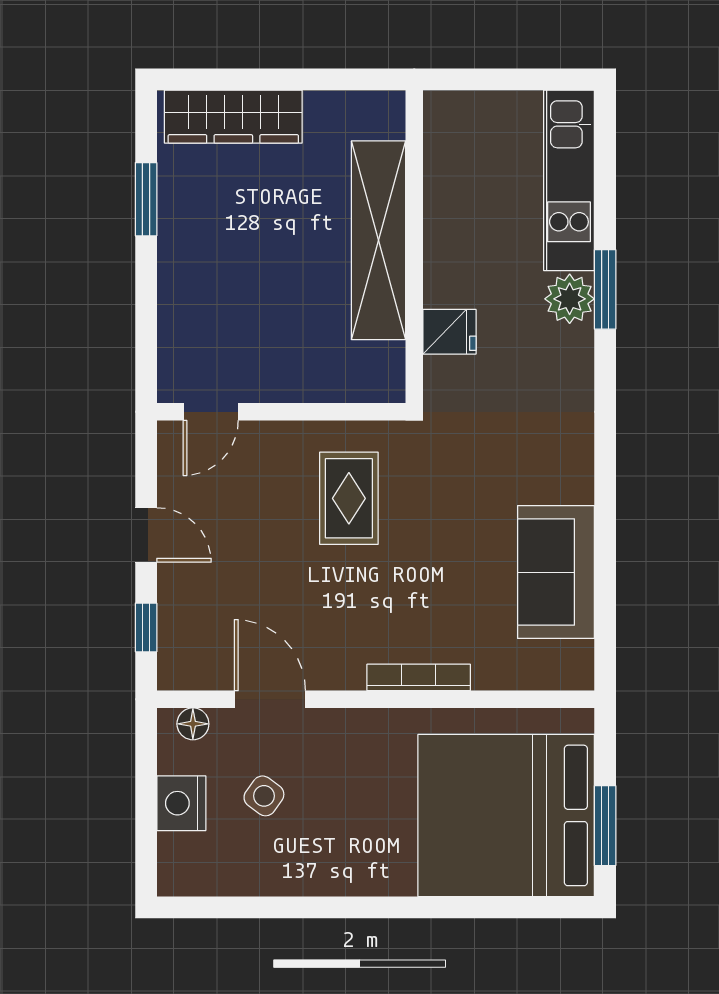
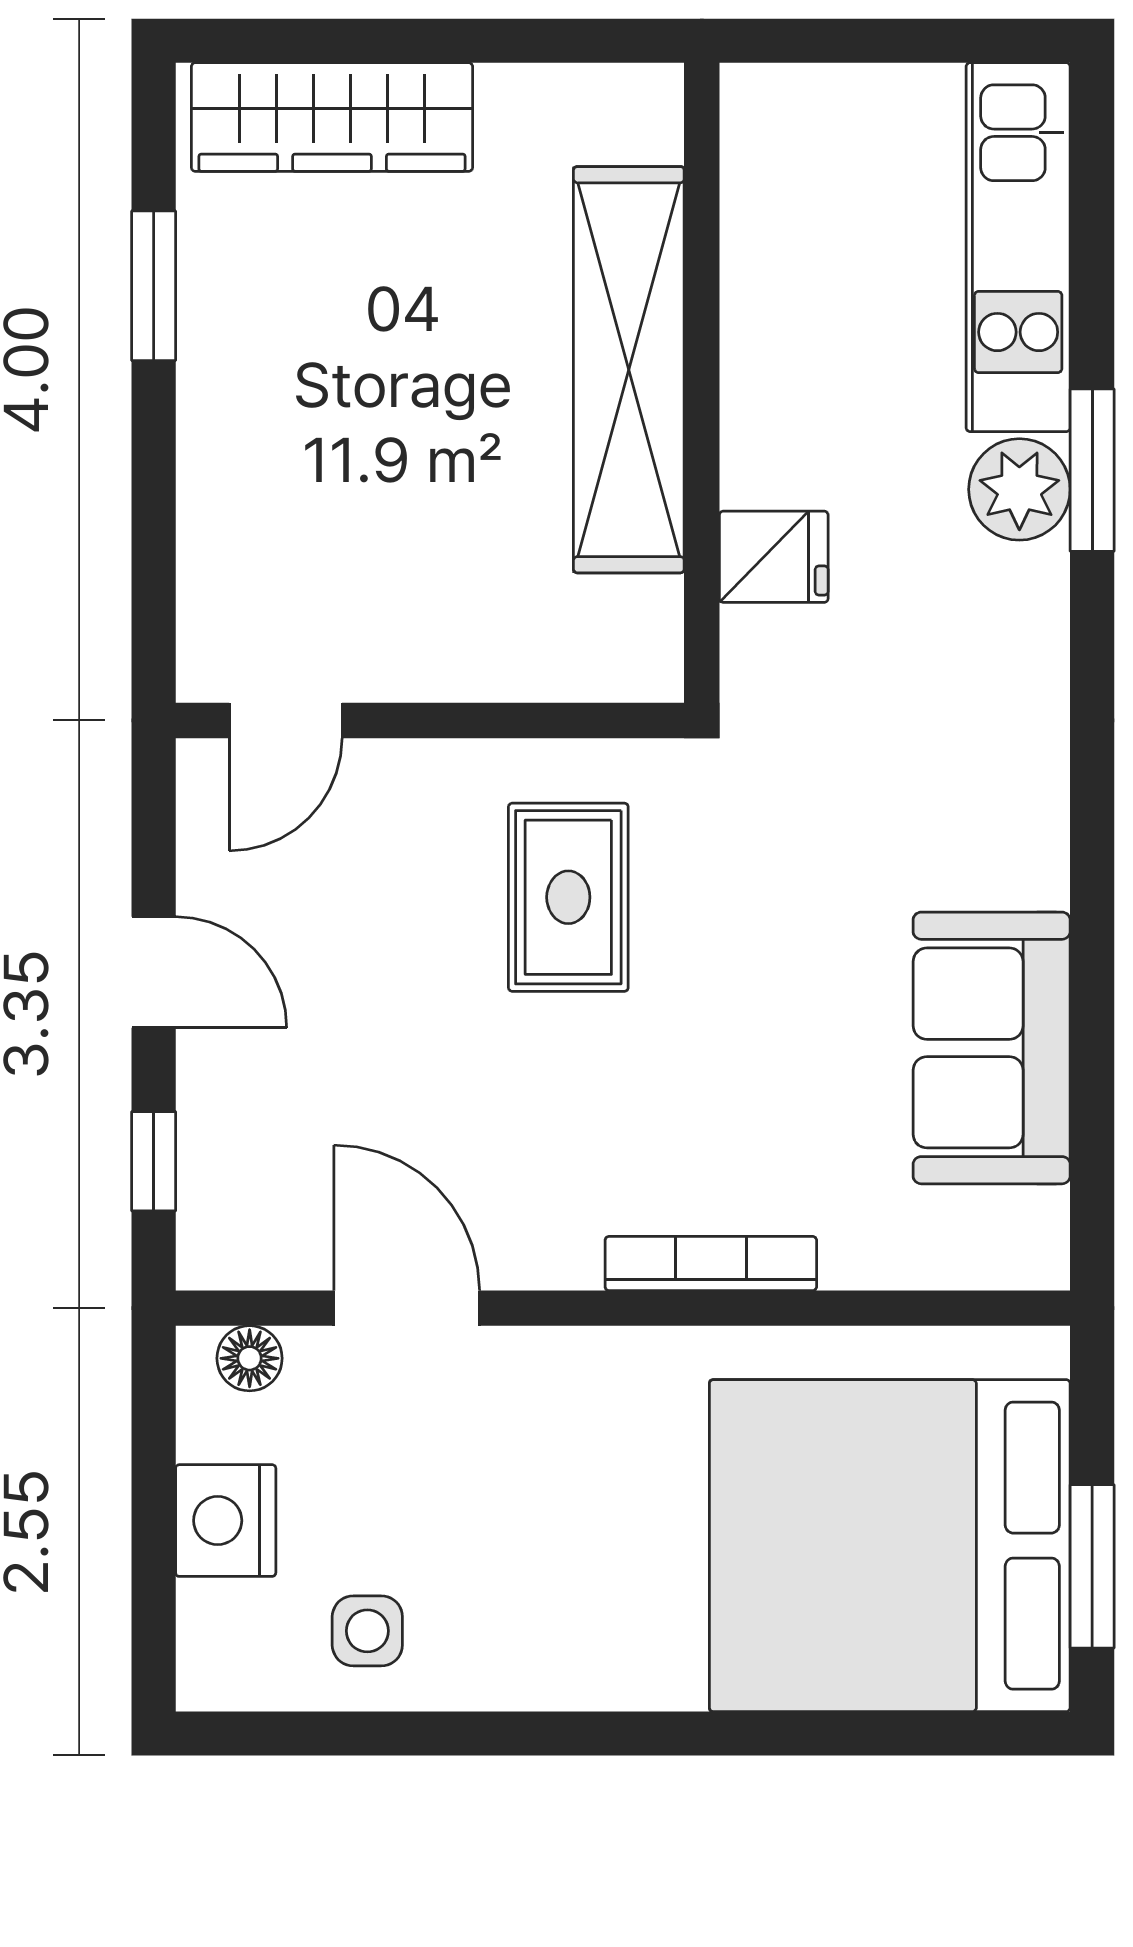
side table: (264, 796) -> (367, 1631), moved, turned -36

